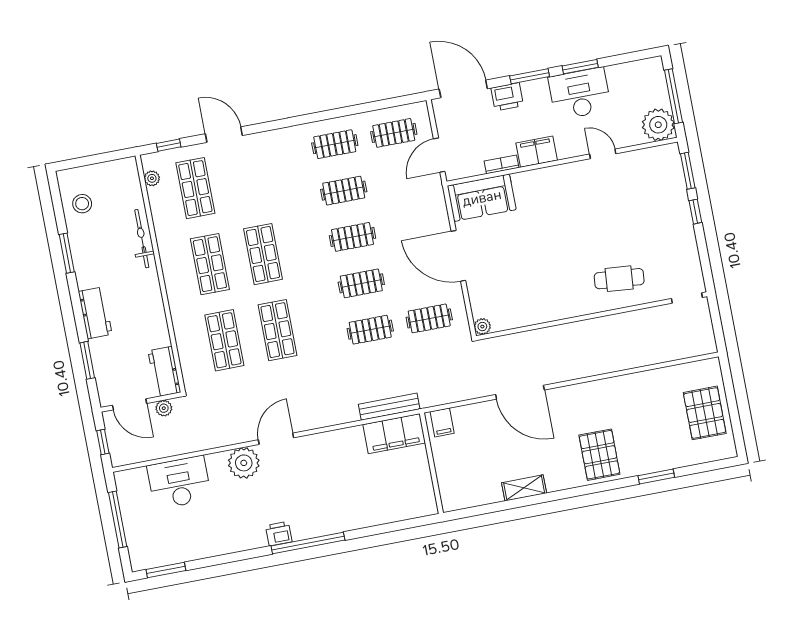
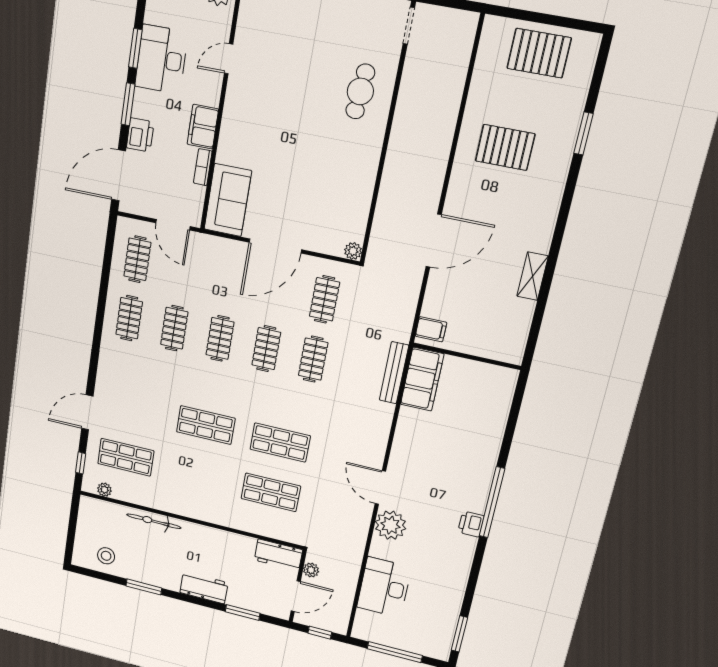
shop shelf: (210, 264) -> (198, 475), removed
pallet: (599, 455) -> (505, 147), moved

